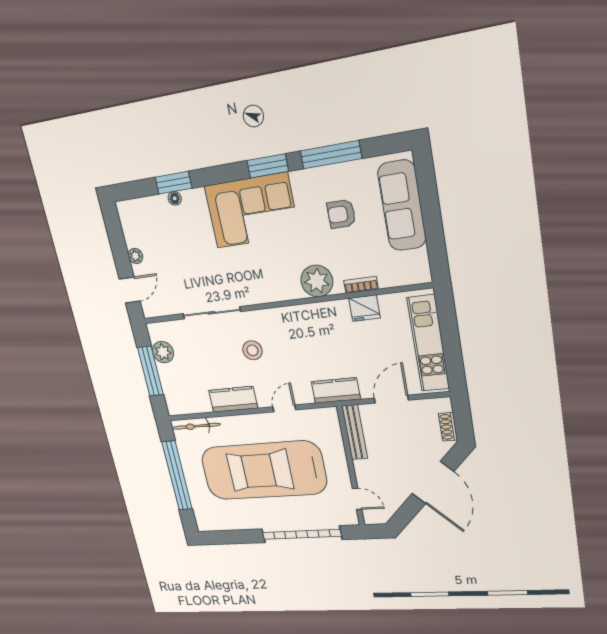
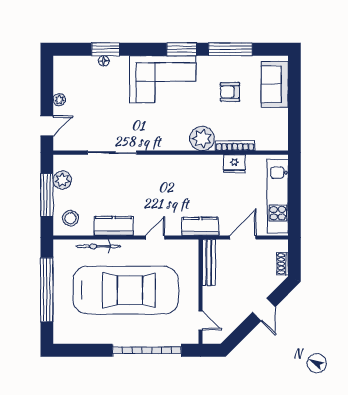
sofa: (402, 206) -> (275, 84), width x0.73
bookcase: (361, 285) -> (235, 146), width x1.56
stool: (252, 350) -> (70, 218), moved
bicycle: (196, 426) -> (98, 246), moved
car: (263, 471) -> (126, 290), turned 180
door: (433, 483) -> (264, 310), width x0.53

